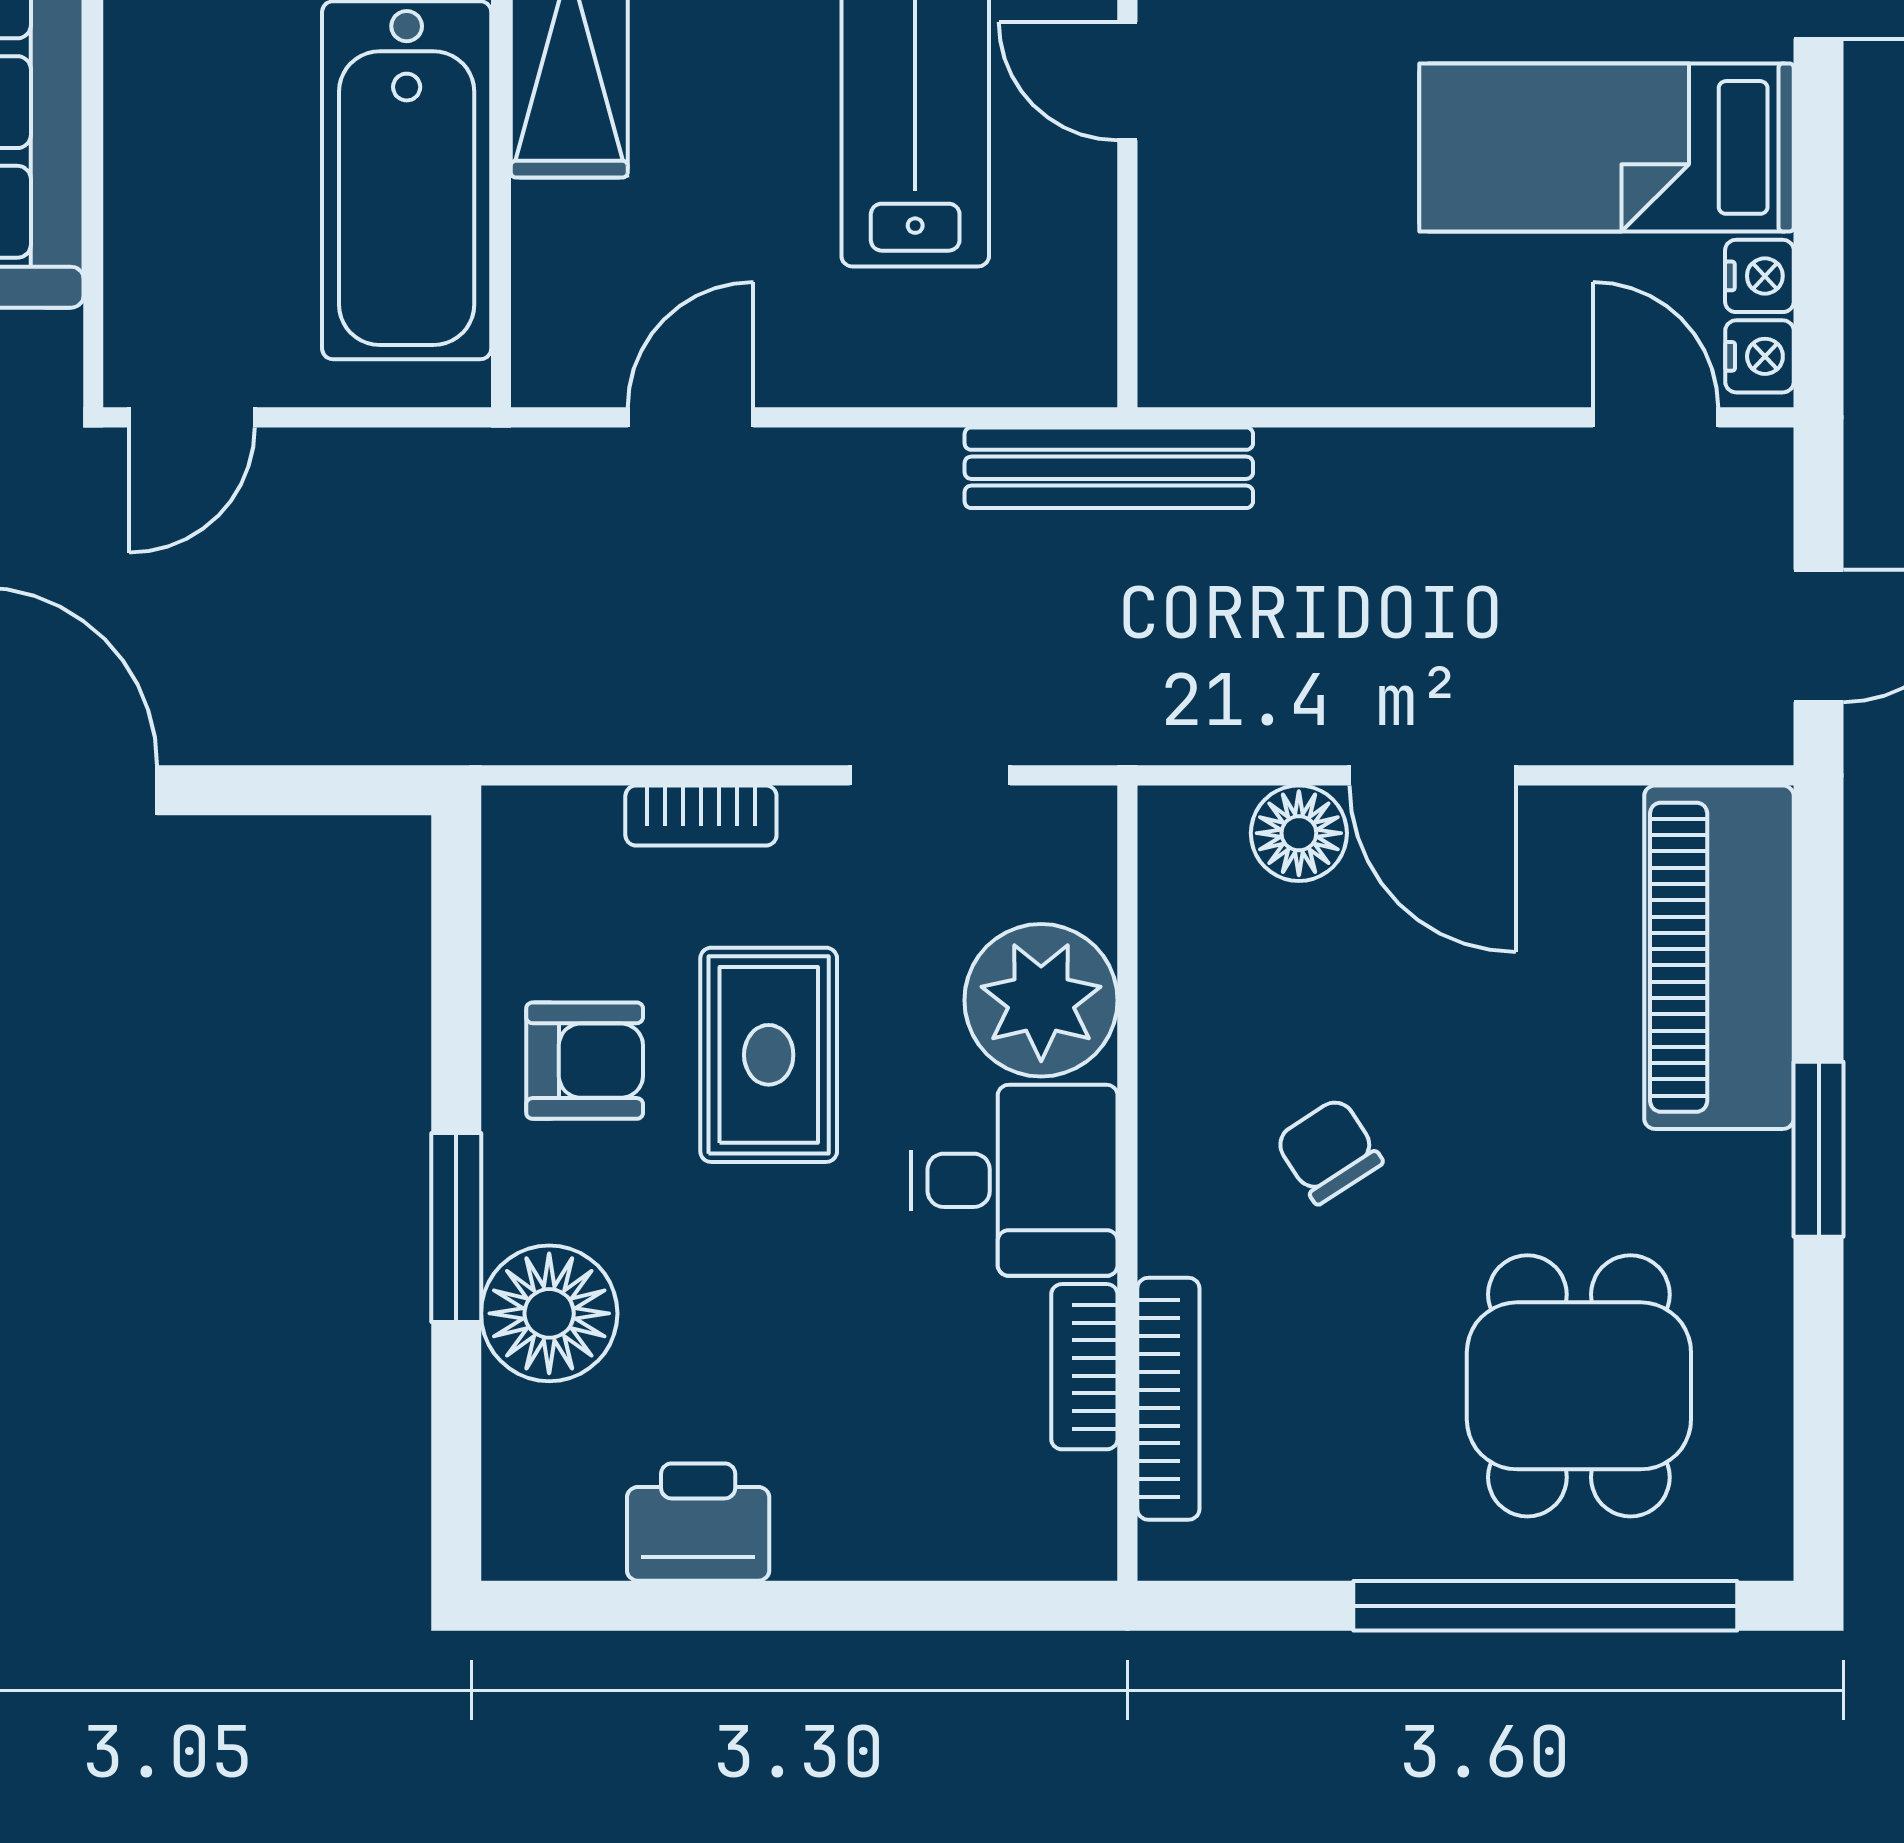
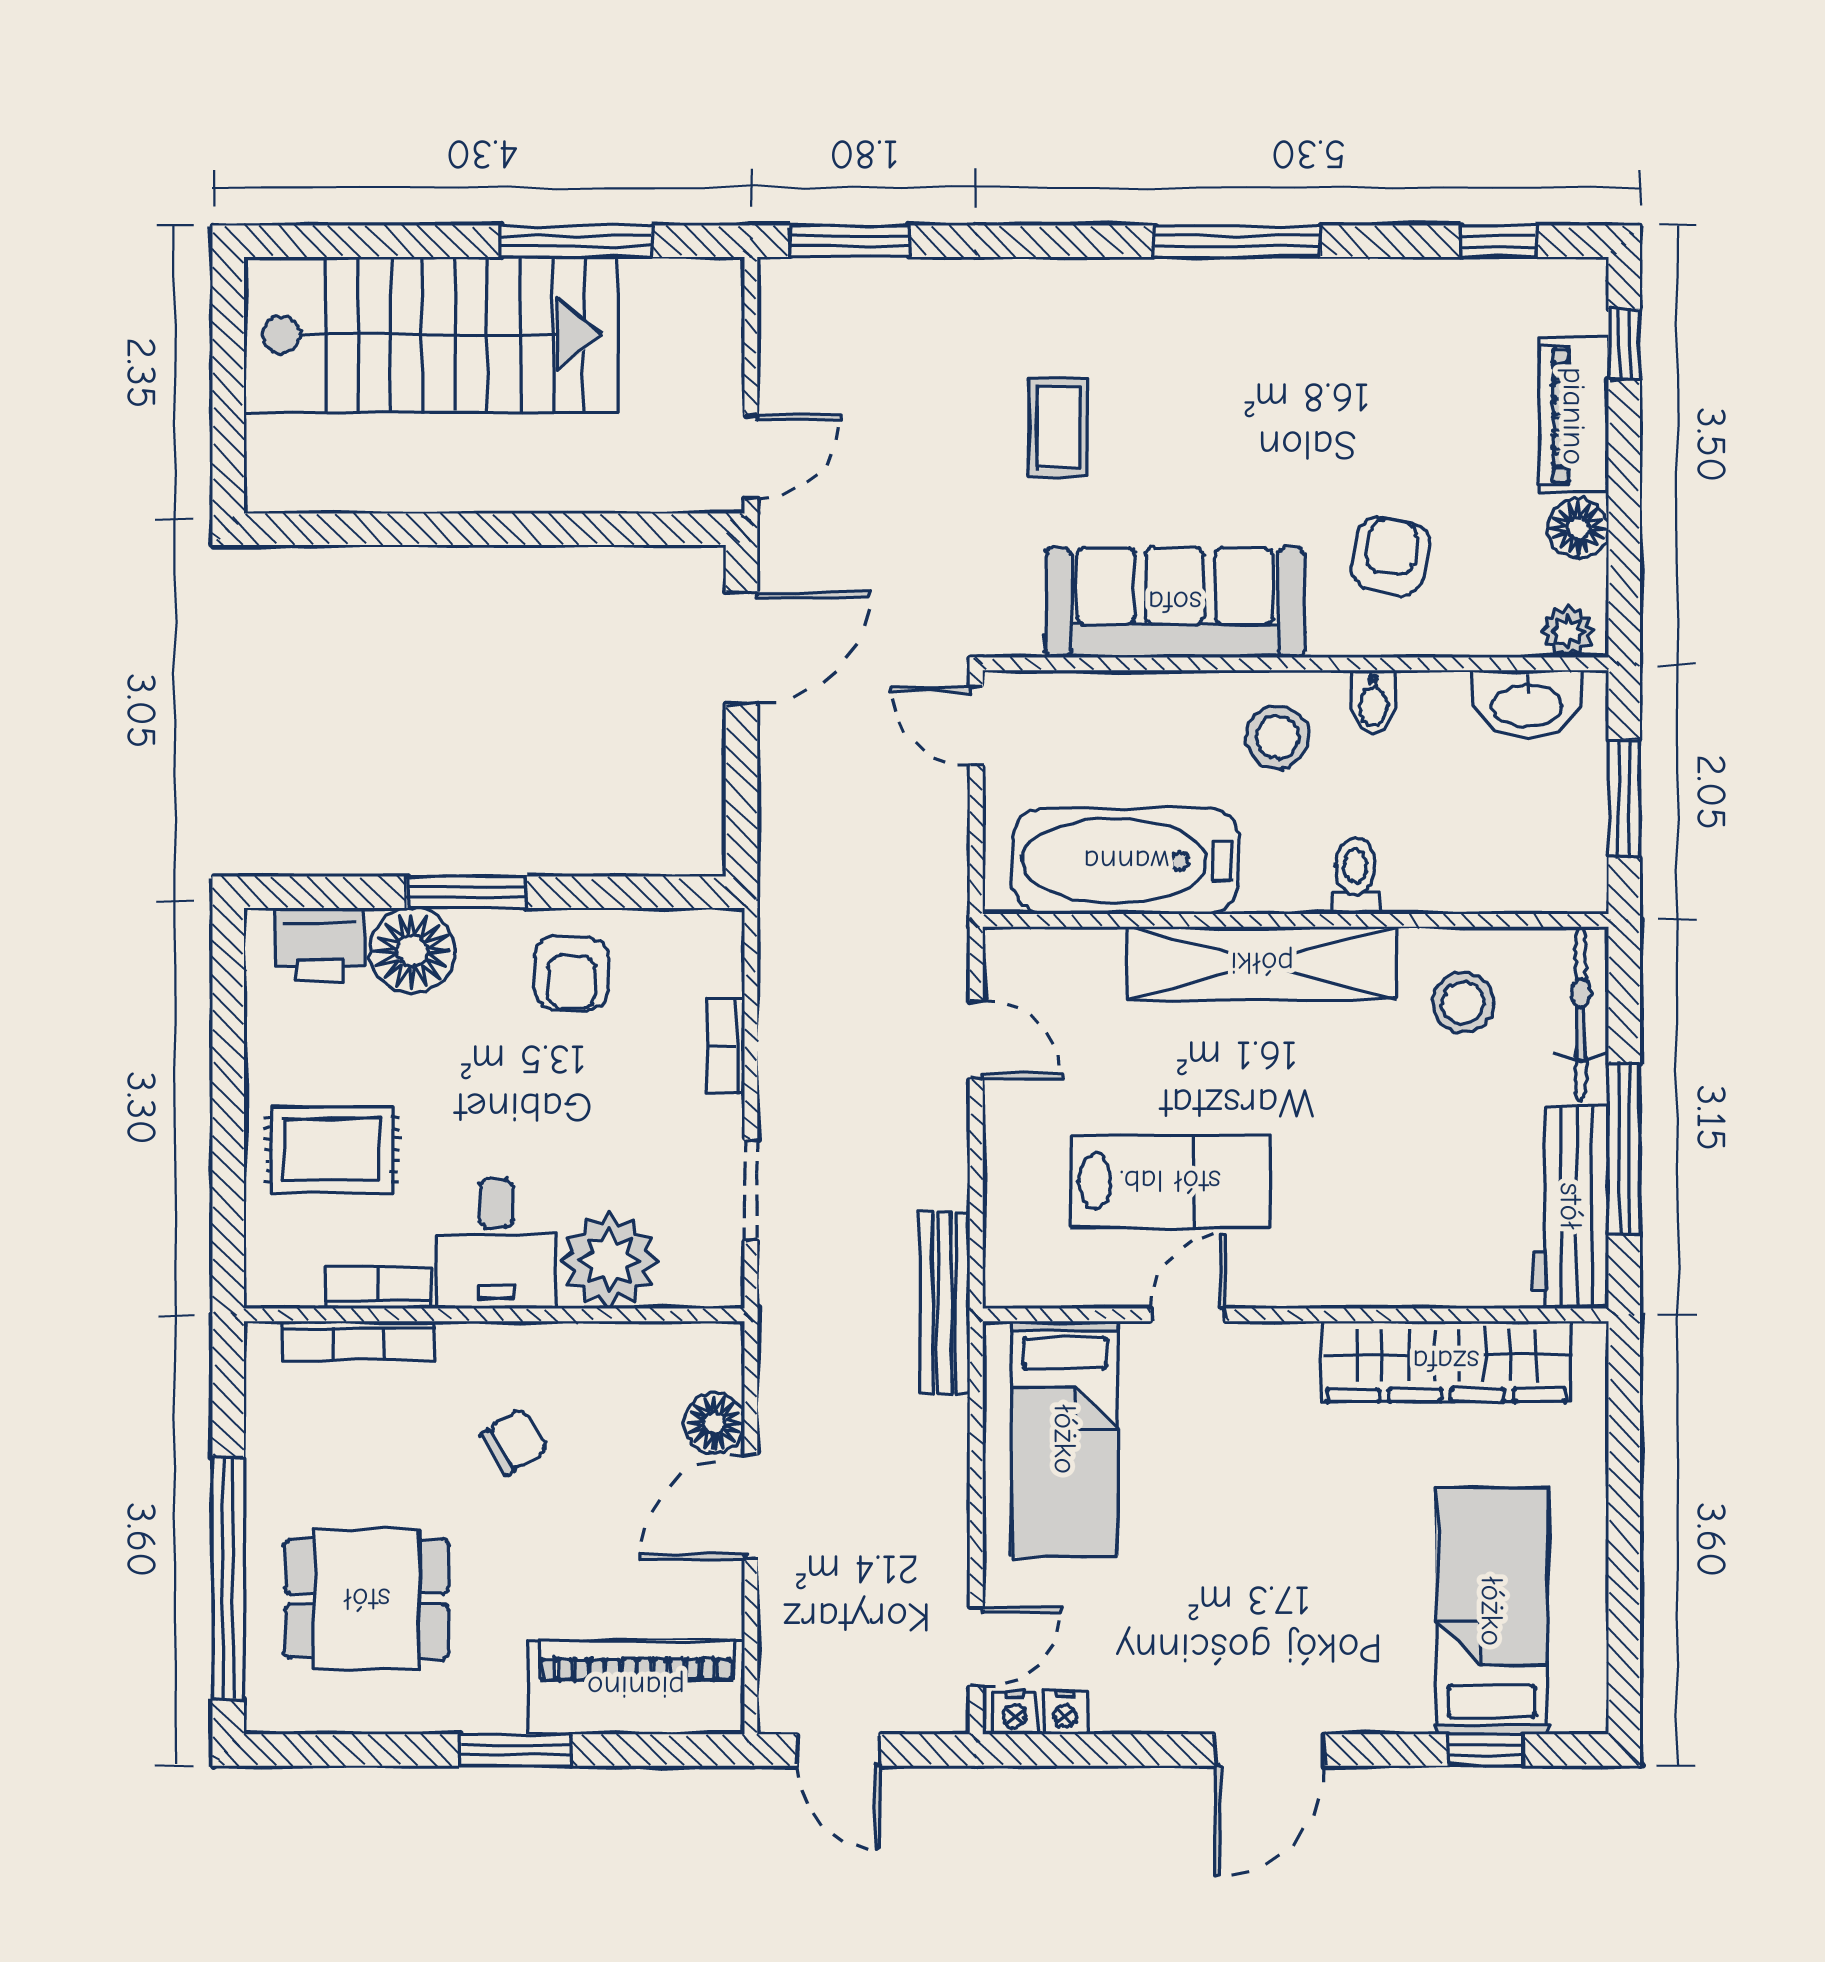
bed: (1606, 147) -> (1065, 1439), moved, turned 180
rug: (769, 1055) -> (331, 1150), moved
printer: (698, 1522) -> (320, 945), moved, turned 90

